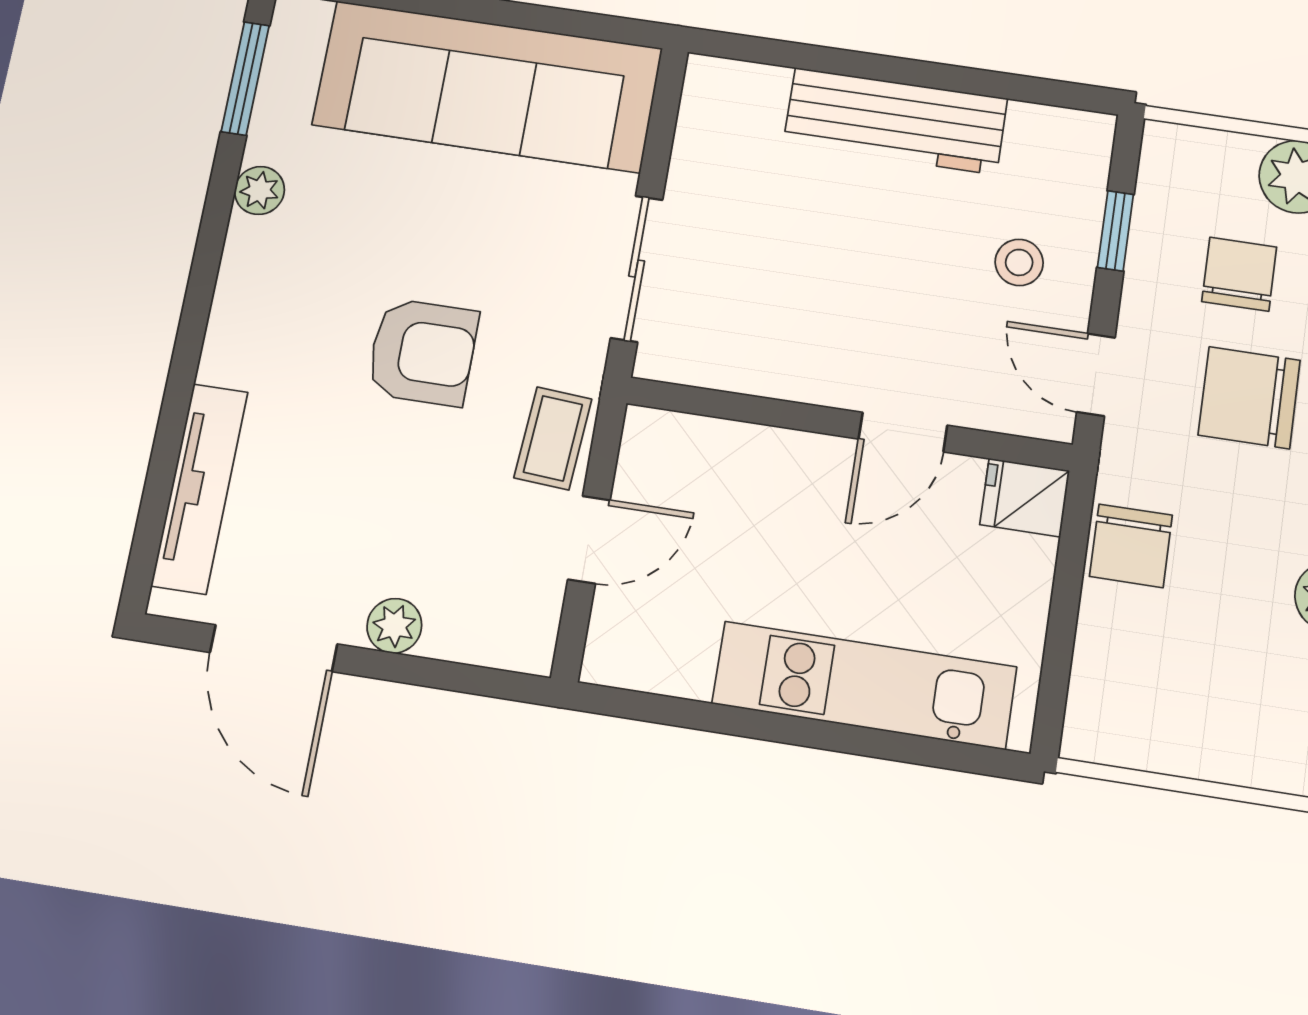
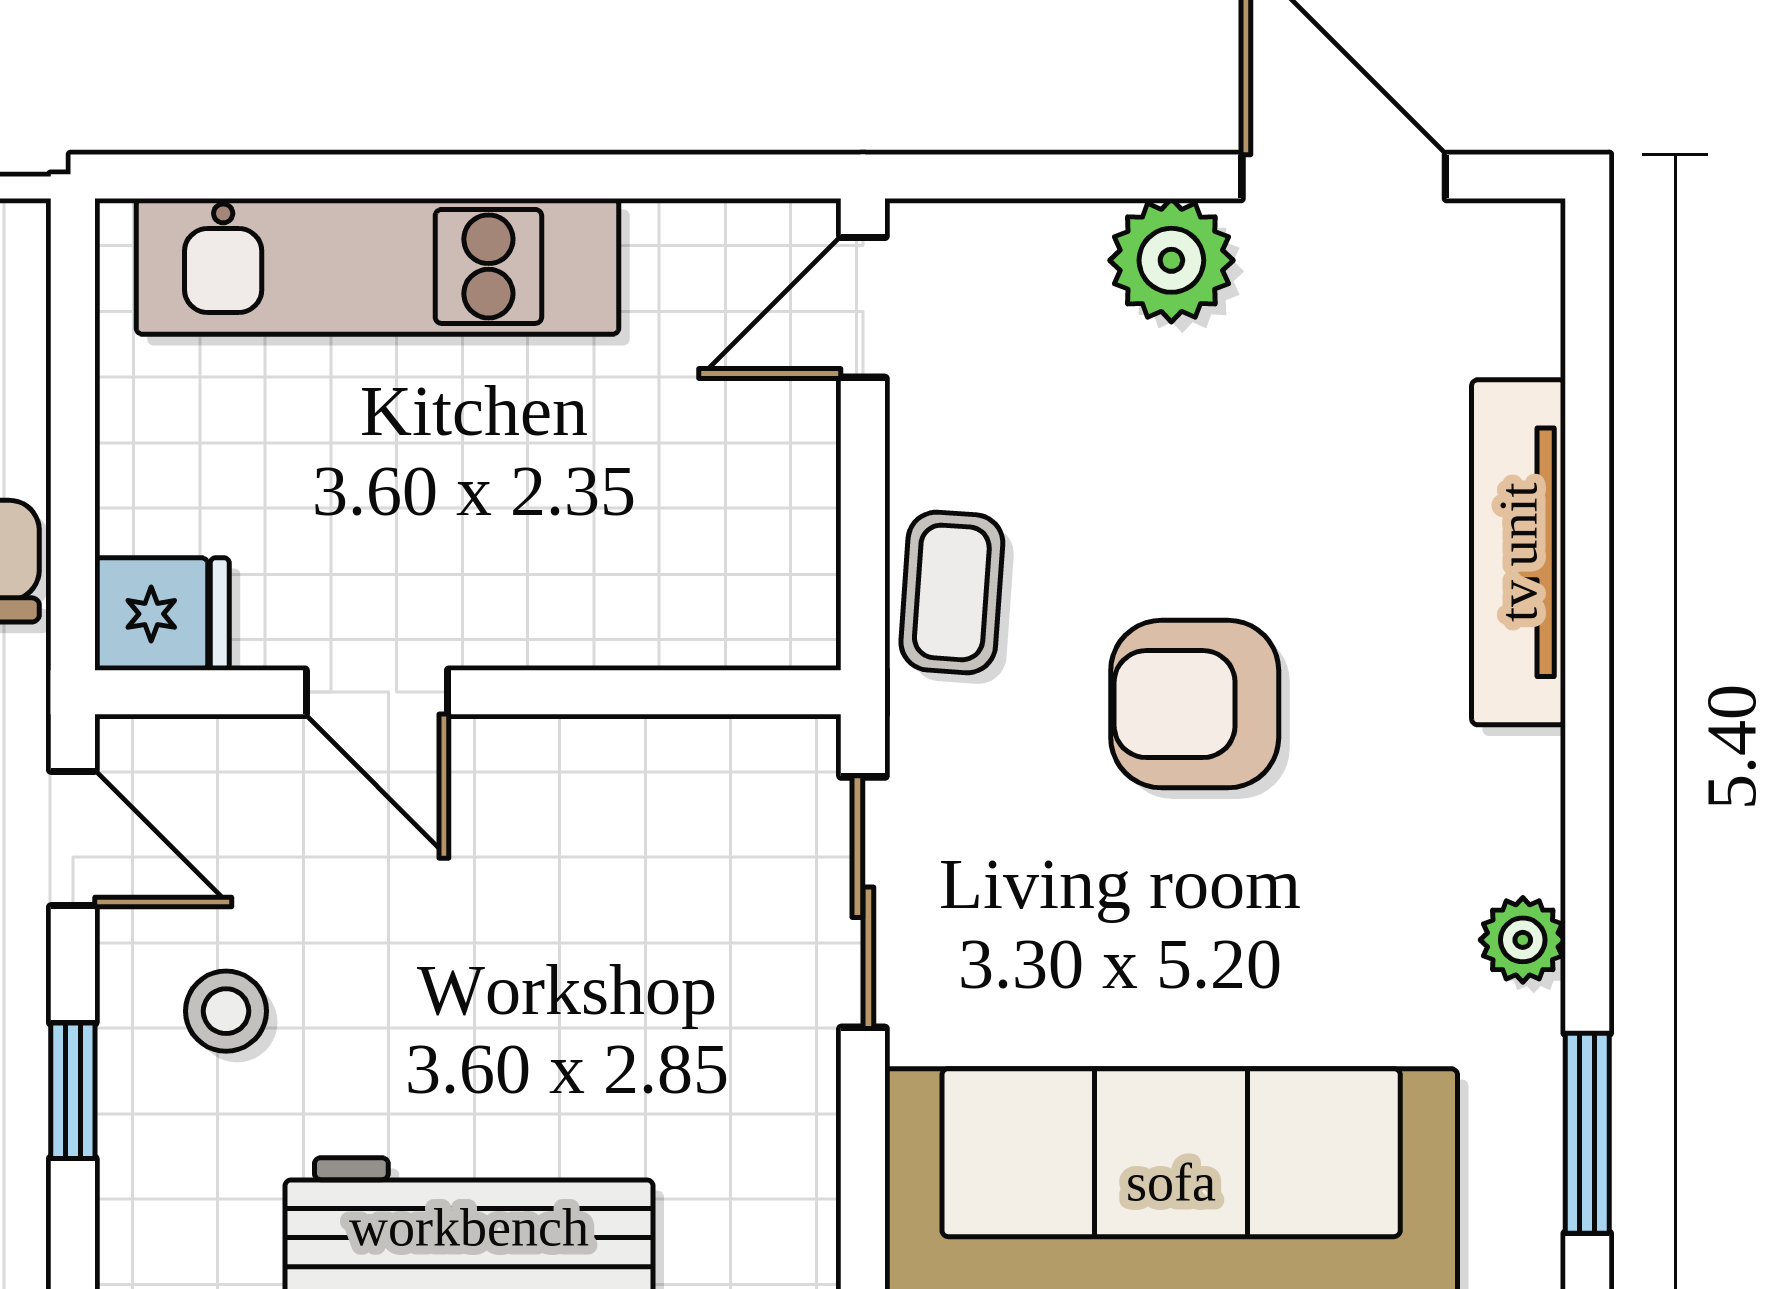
door: (903, 432) -> (377, 692), swing flipped
tv unit: (200, 488) -> (1518, 552), moved
door: (589, 540) -> (863, 307), moved
plant: (394, 626) -> (1171, 260), width x1.38, depth x1.38

